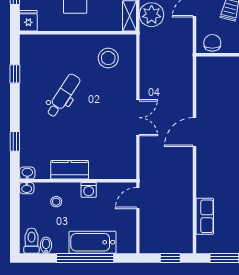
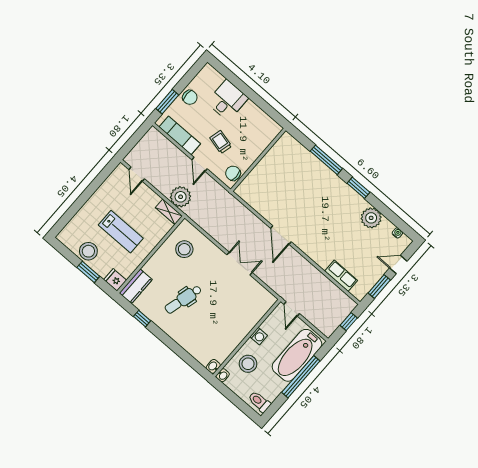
dental chair: (63, 95) -> (183, 299), turned -108
window: (15, 141) -> (186, 357), removed
kitchen counter: (70, 170) -> (136, 286), moved, turned 180
stool: (56, 202) -> (248, 364), width x1.89, depth x1.89
bathtub: (93, 242) -> (297, 355), width x1.36, depth x1.36
bidet: (46, 245) -> (270, 395), removed

